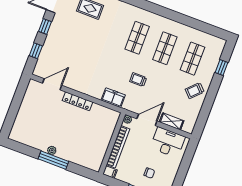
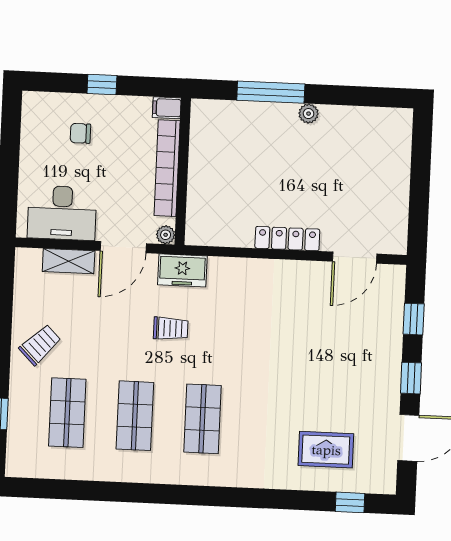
freezer: (113, 98) -> (182, 270), moved
window: (53, 160) -> (271, 92), moved

